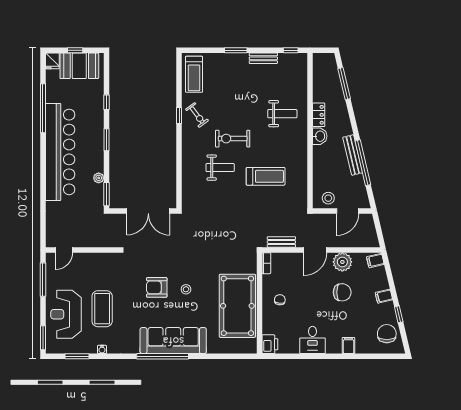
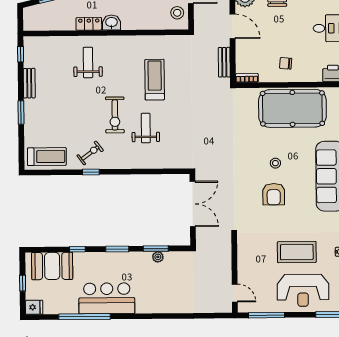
booth: (79, 66) -> (52, 266), moved, turned 90
bar counter: (60, 152) -> (107, 298), width x0.54
window: (106, 194) -> (156, 249), moved

